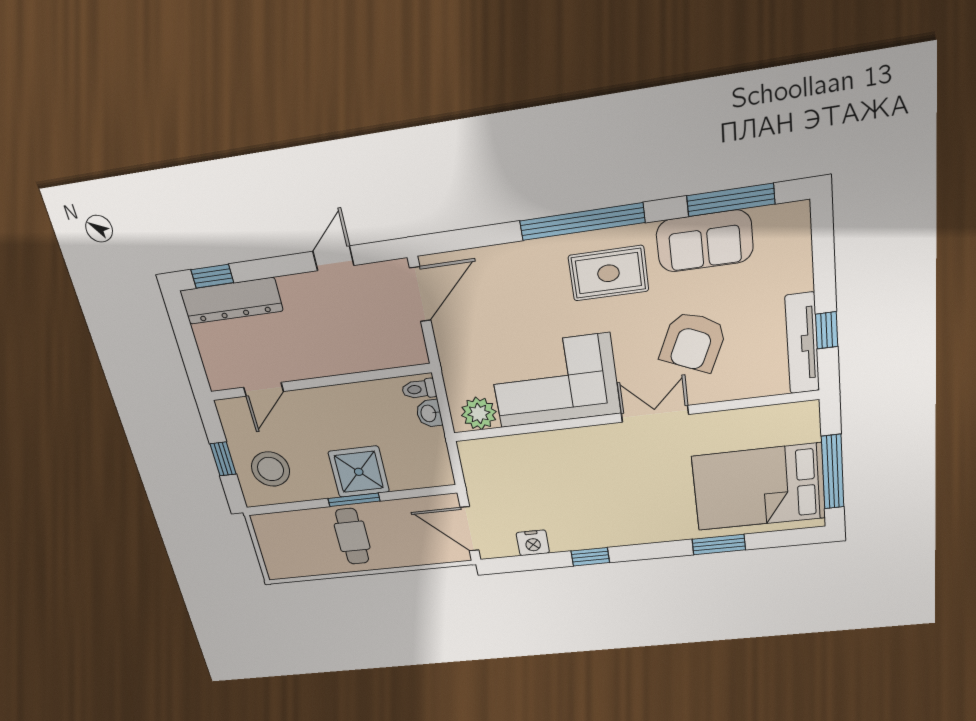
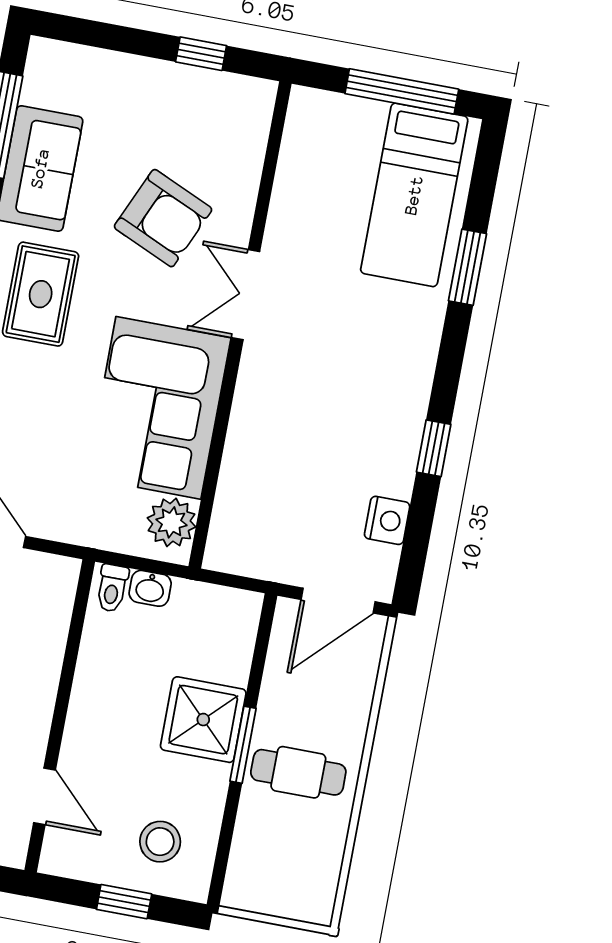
tv unit: (802, 344) -> (209, 87), removed
stool: (271, 469) -> (160, 842), width x0.73, depth x0.73
bed: (759, 487) -> (414, 195), width x0.67

